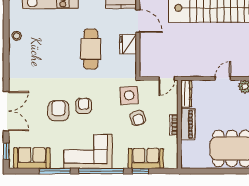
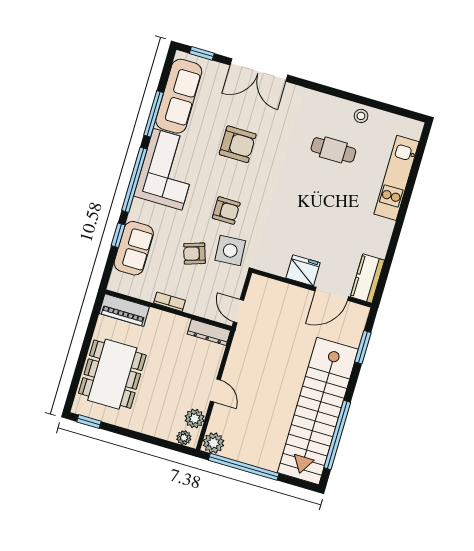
cafe table: (91, 49) -> (333, 150), moved, width x0.73, depth x0.74
armchair: (84, 106) -> (226, 210), moved
piano: (188, 124) -> (124, 310), moved
sofa: (32, 158) -> (179, 96), width x1.36

